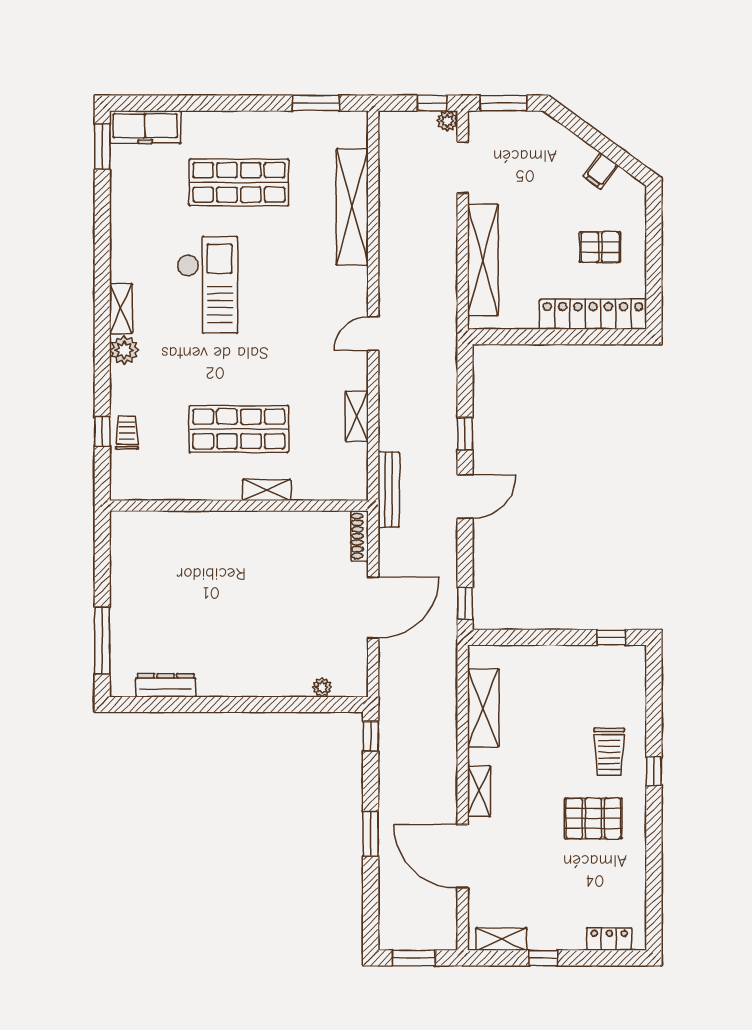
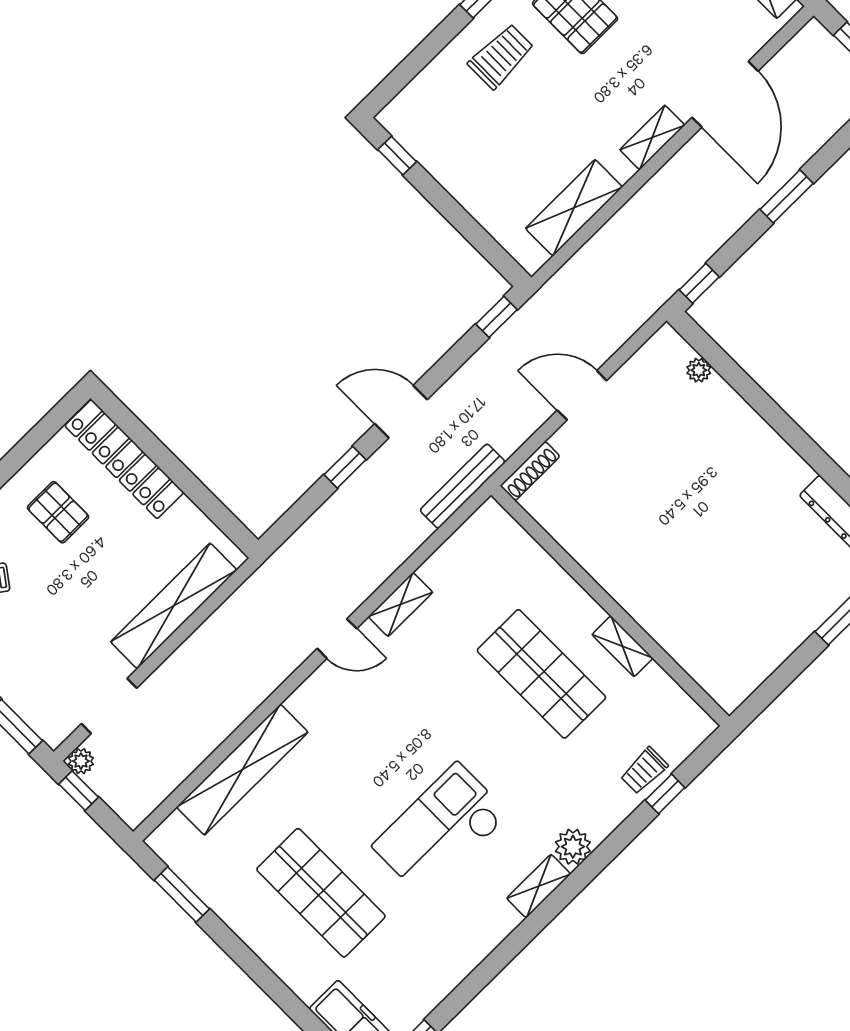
shelving: (357, 416) -> (400, 604), moved
shelving: (267, 490) -> (622, 646), moved
door: (373, 608) -> (582, 395), width x0.73

